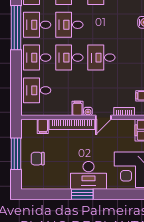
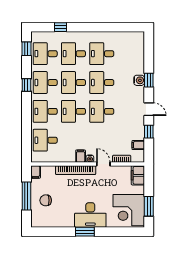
desk: (101, 25) -> (102, 83), added
window: (16, 28) -> (26, 85), width x0.32
door: (103, 117) -> (103, 164), swing flipped
filing cabinet: (43, 126) -> (36, 172), moved

